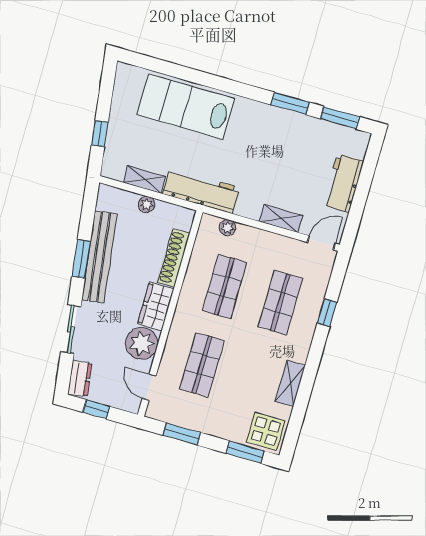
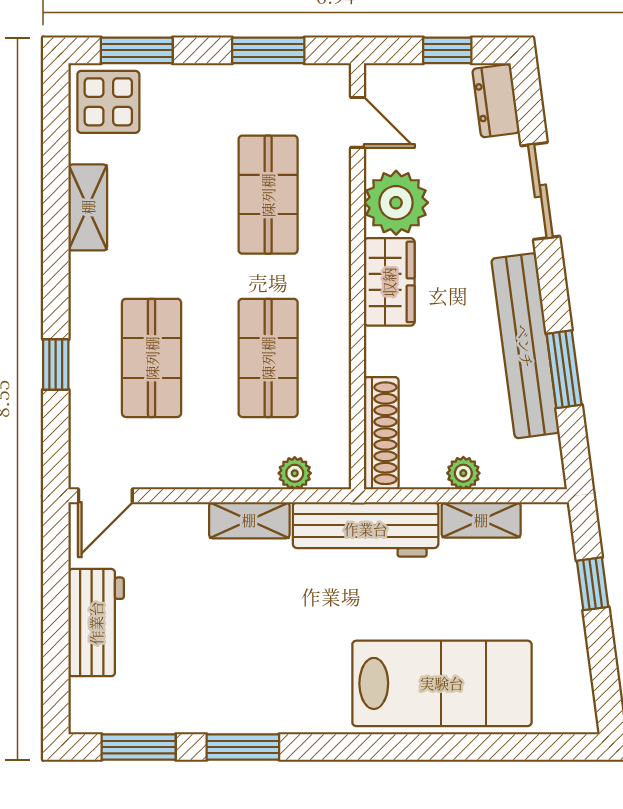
shelving: (281, 219) -> (249, 520), moved
shoe rack: (174, 258) -> (381, 433), moved
window: (81, 259) -> (564, 369), moved

